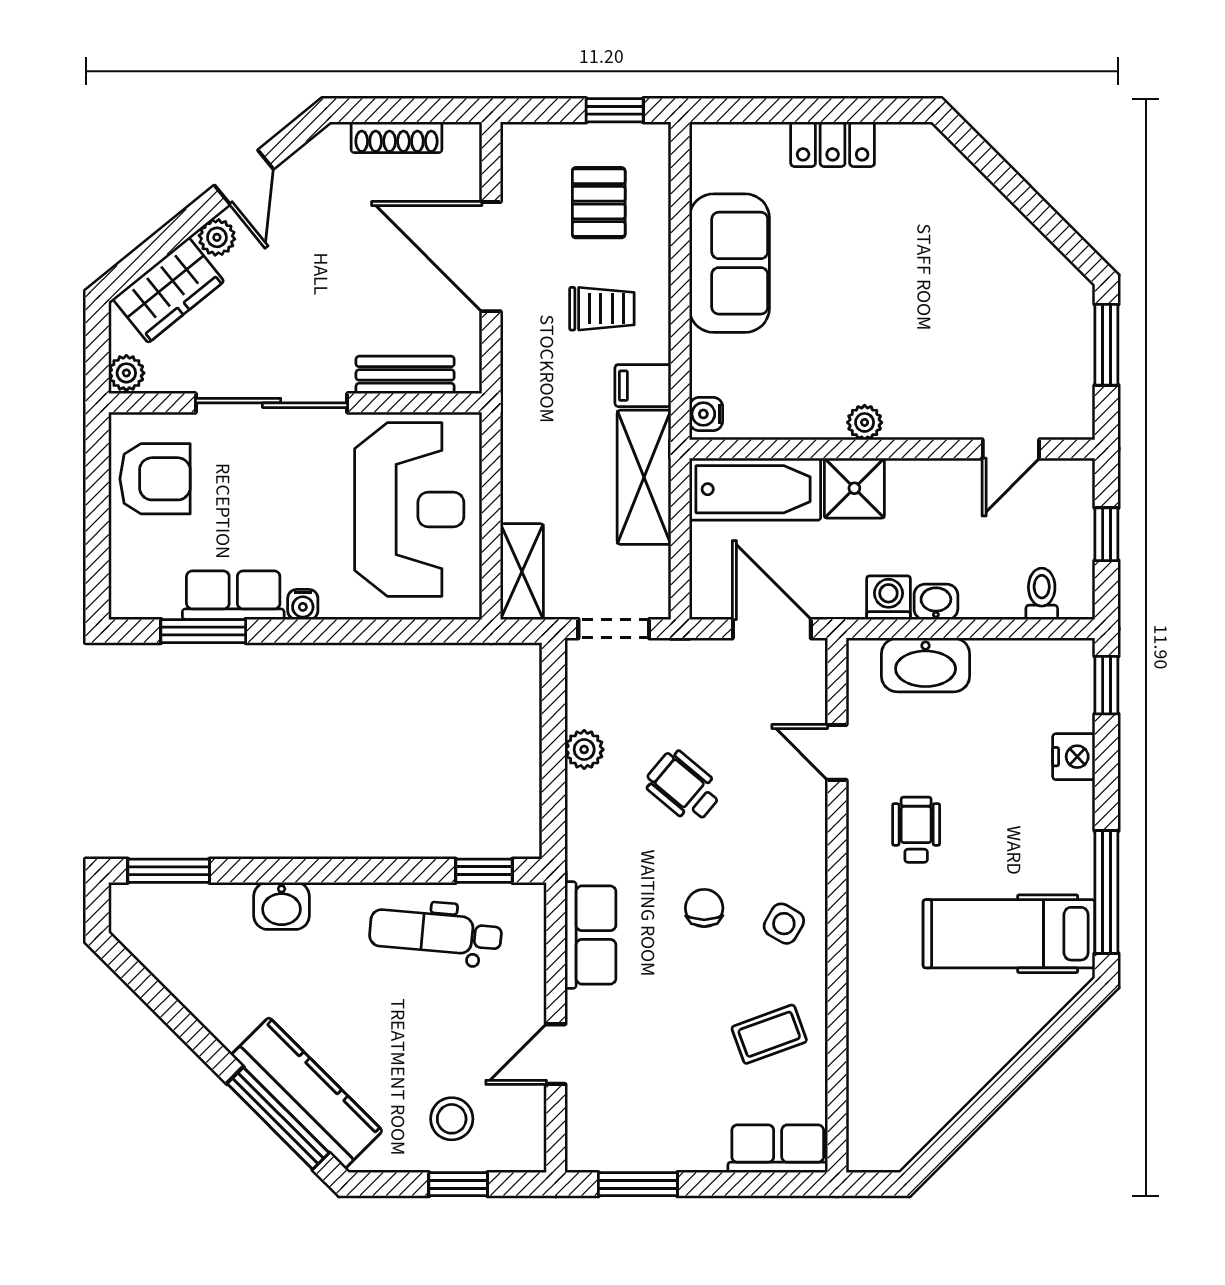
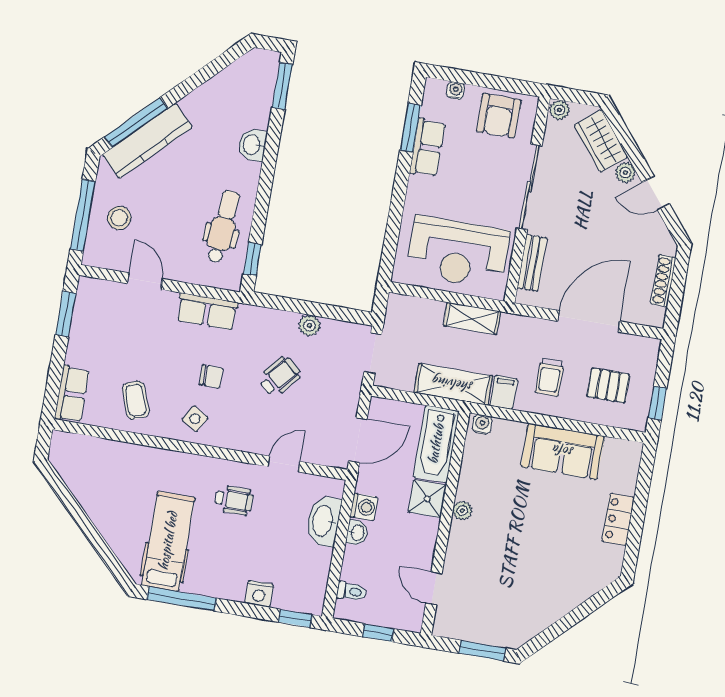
shelving: (522, 572) -> (472, 319), moved
water cooler: (303, 604) -> (456, 91), moved, turned 90
window: (458, 1184) -> (83, 215), width x2.17

